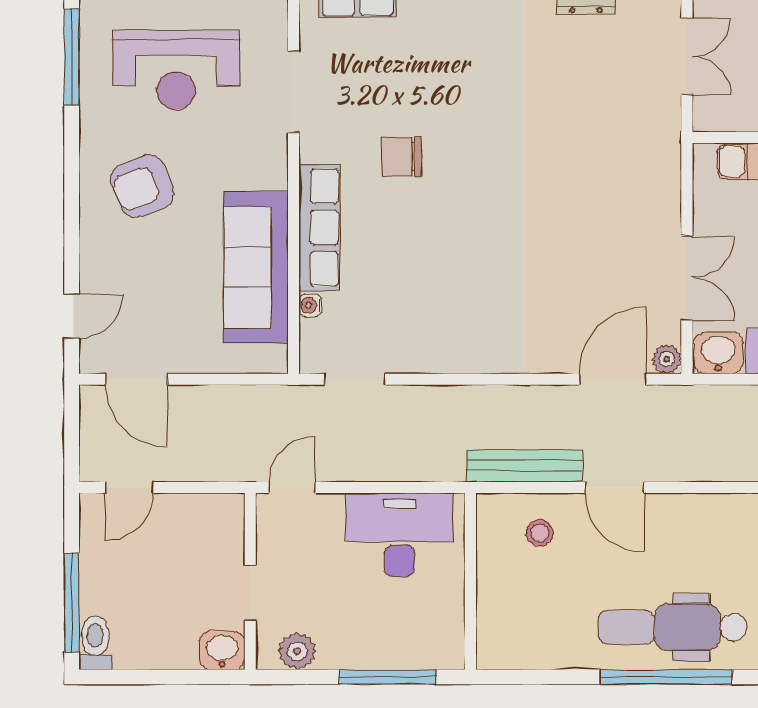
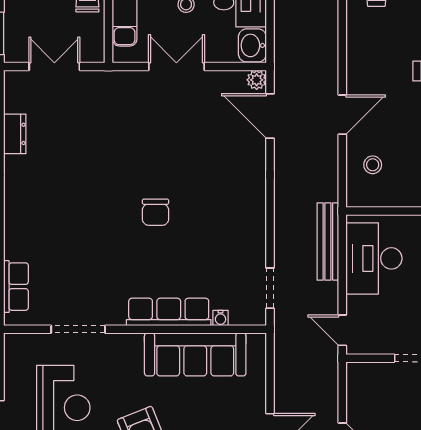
chair: (401, 157) -> (155, 212), moved
double door: (687, 278) -> (176, 66), moved
bench: (525, 466) -> (328, 242), moved

